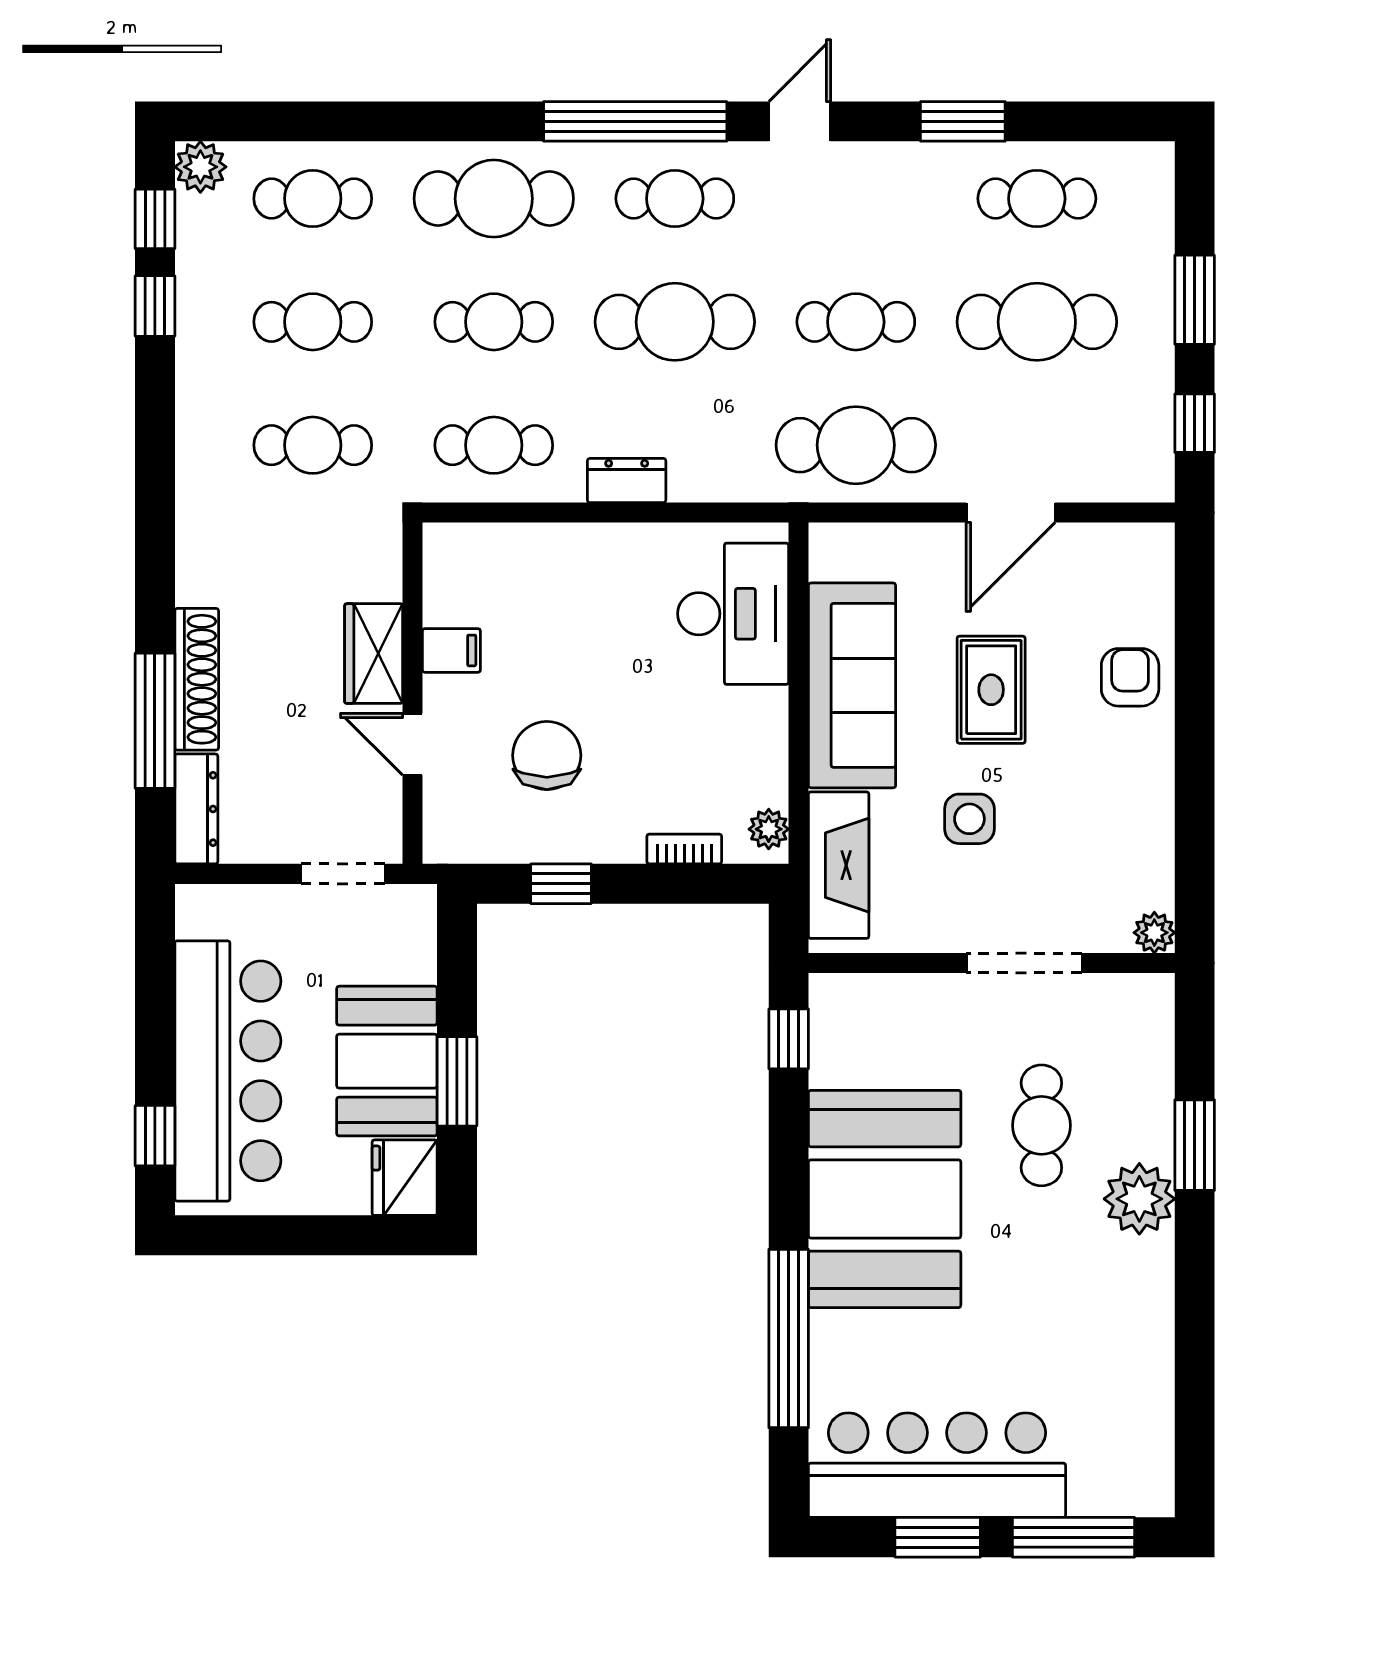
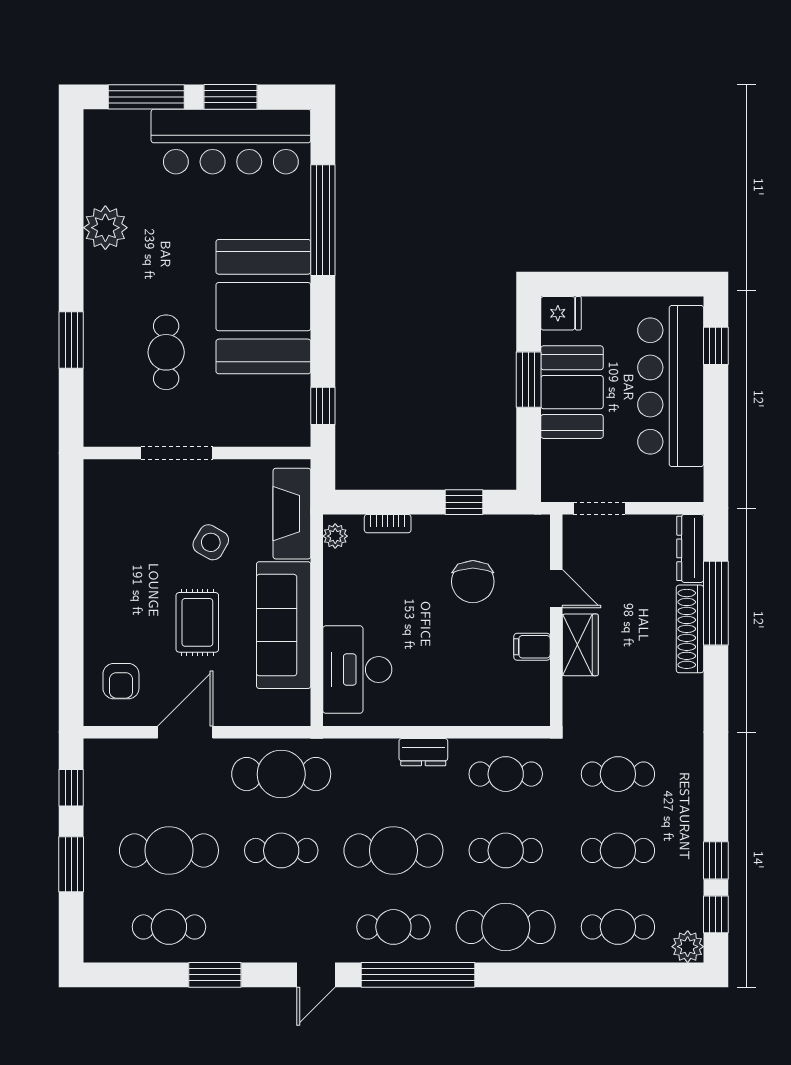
armchair: (1130, 677) -> (121, 681), moved
side table: (969, 819) -> (211, 542), turned 30
plant: (1154, 933) -> (96, 472), removed
fridge: (405, 1178) -> (561, 313), width x0.72
plant: (1139, 1199) -> (105, 228), moved

